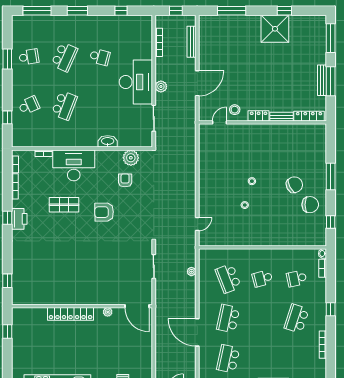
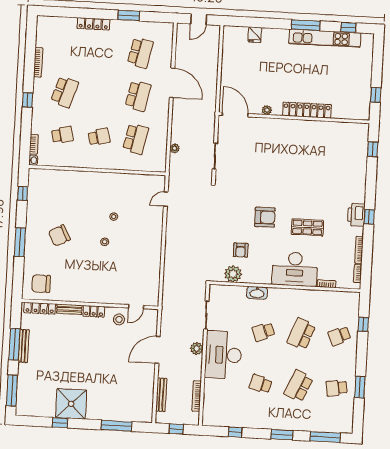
school desk: (100, 105) -> (263, 332), added
chair: (310, 205) -> (41, 284), moved
school desk: (228, 278) -> (136, 139), turned 33

